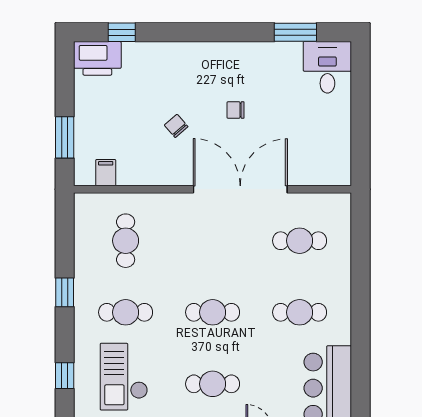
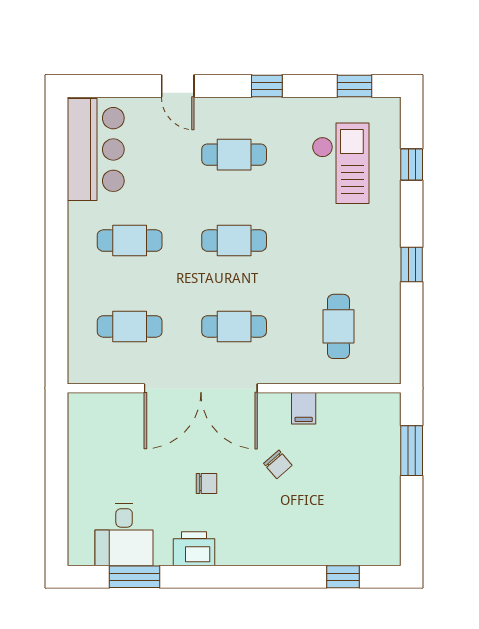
printer: (97, 58) -> (194, 549), moved, width x0.73, depth x0.84
desk: (327, 67) -> (124, 535), moved
filing cabinet: (106, 173) -> (304, 408), moved
cafe table: (126, 312) -> (234, 326), moved

